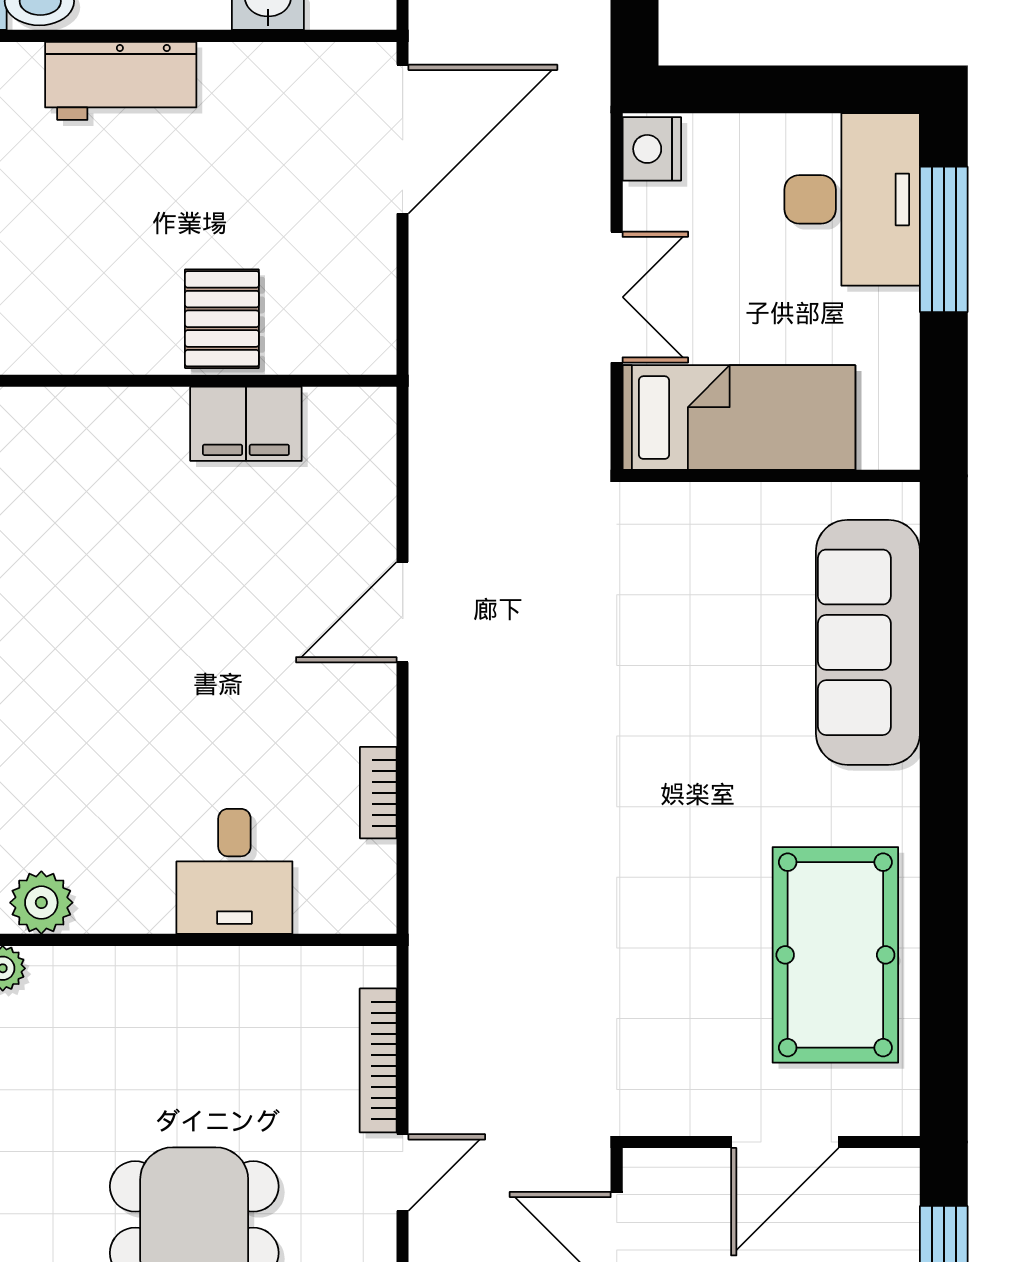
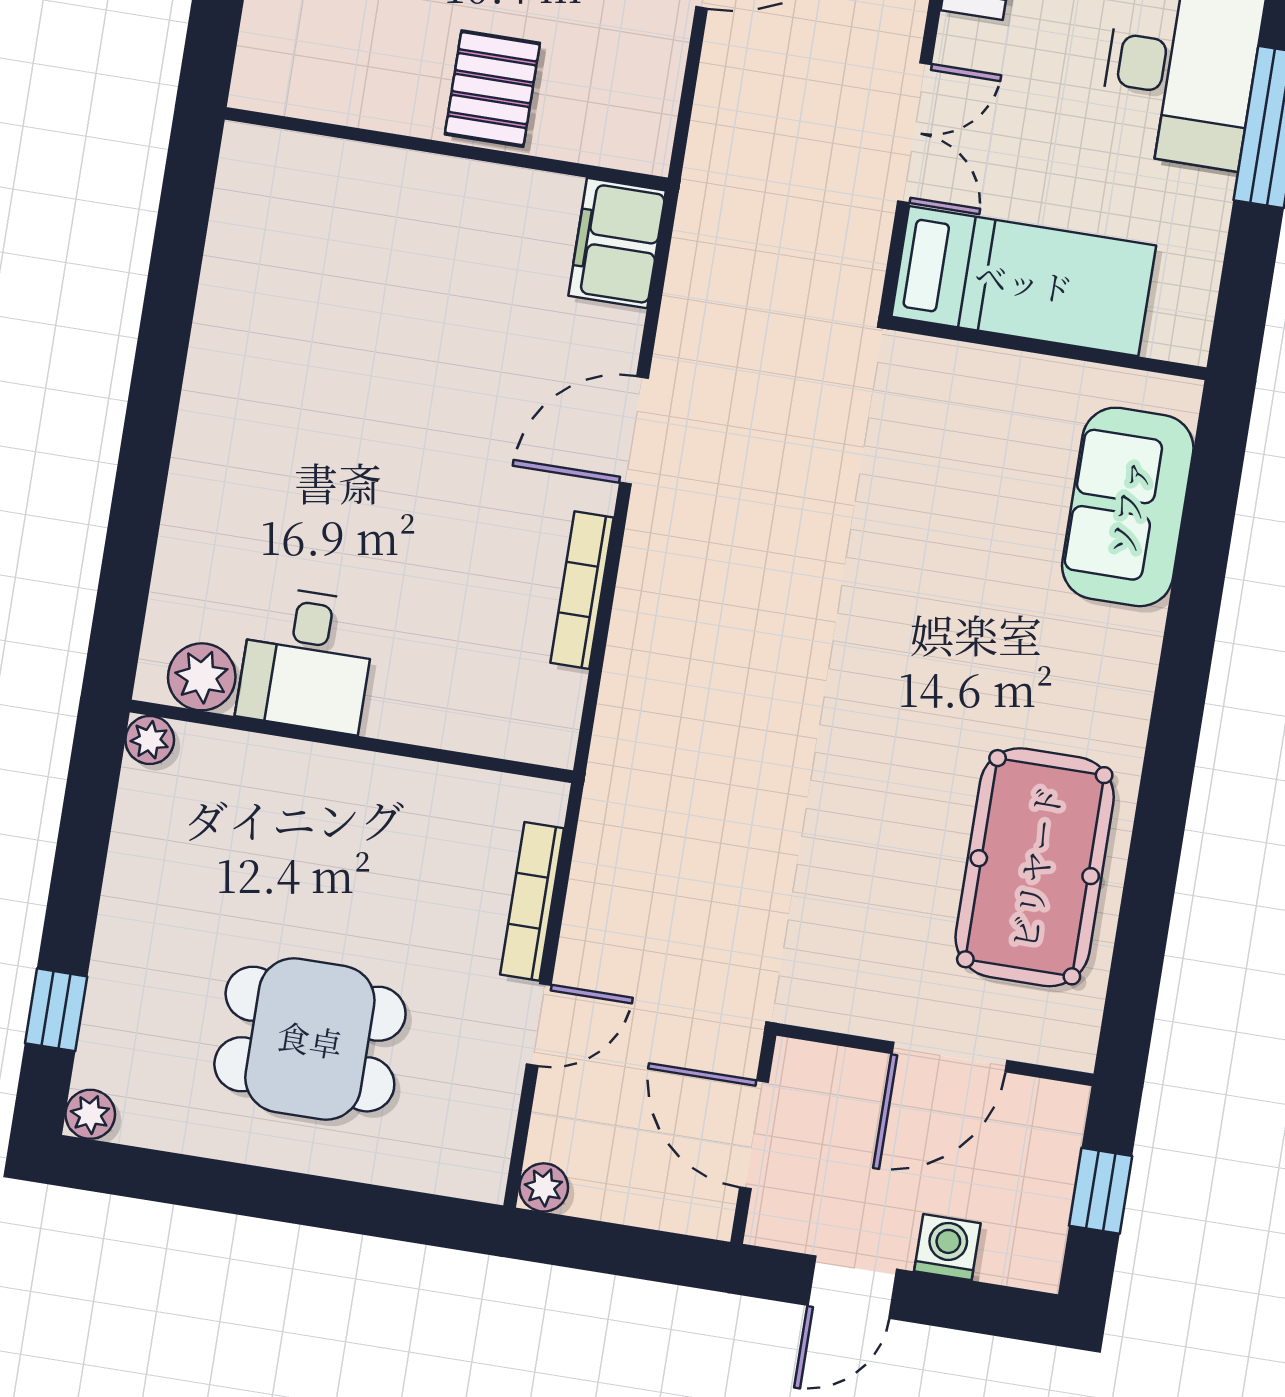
filing cabinet: (246, 424) -> (617, 243), moved, turned 90
sofa: (868, 642) -> (1128, 507), width x0.73
bookcase: (378, 793) -> (582, 590), width x1.56
desk: (234, 871) -> (307, 660), moved

